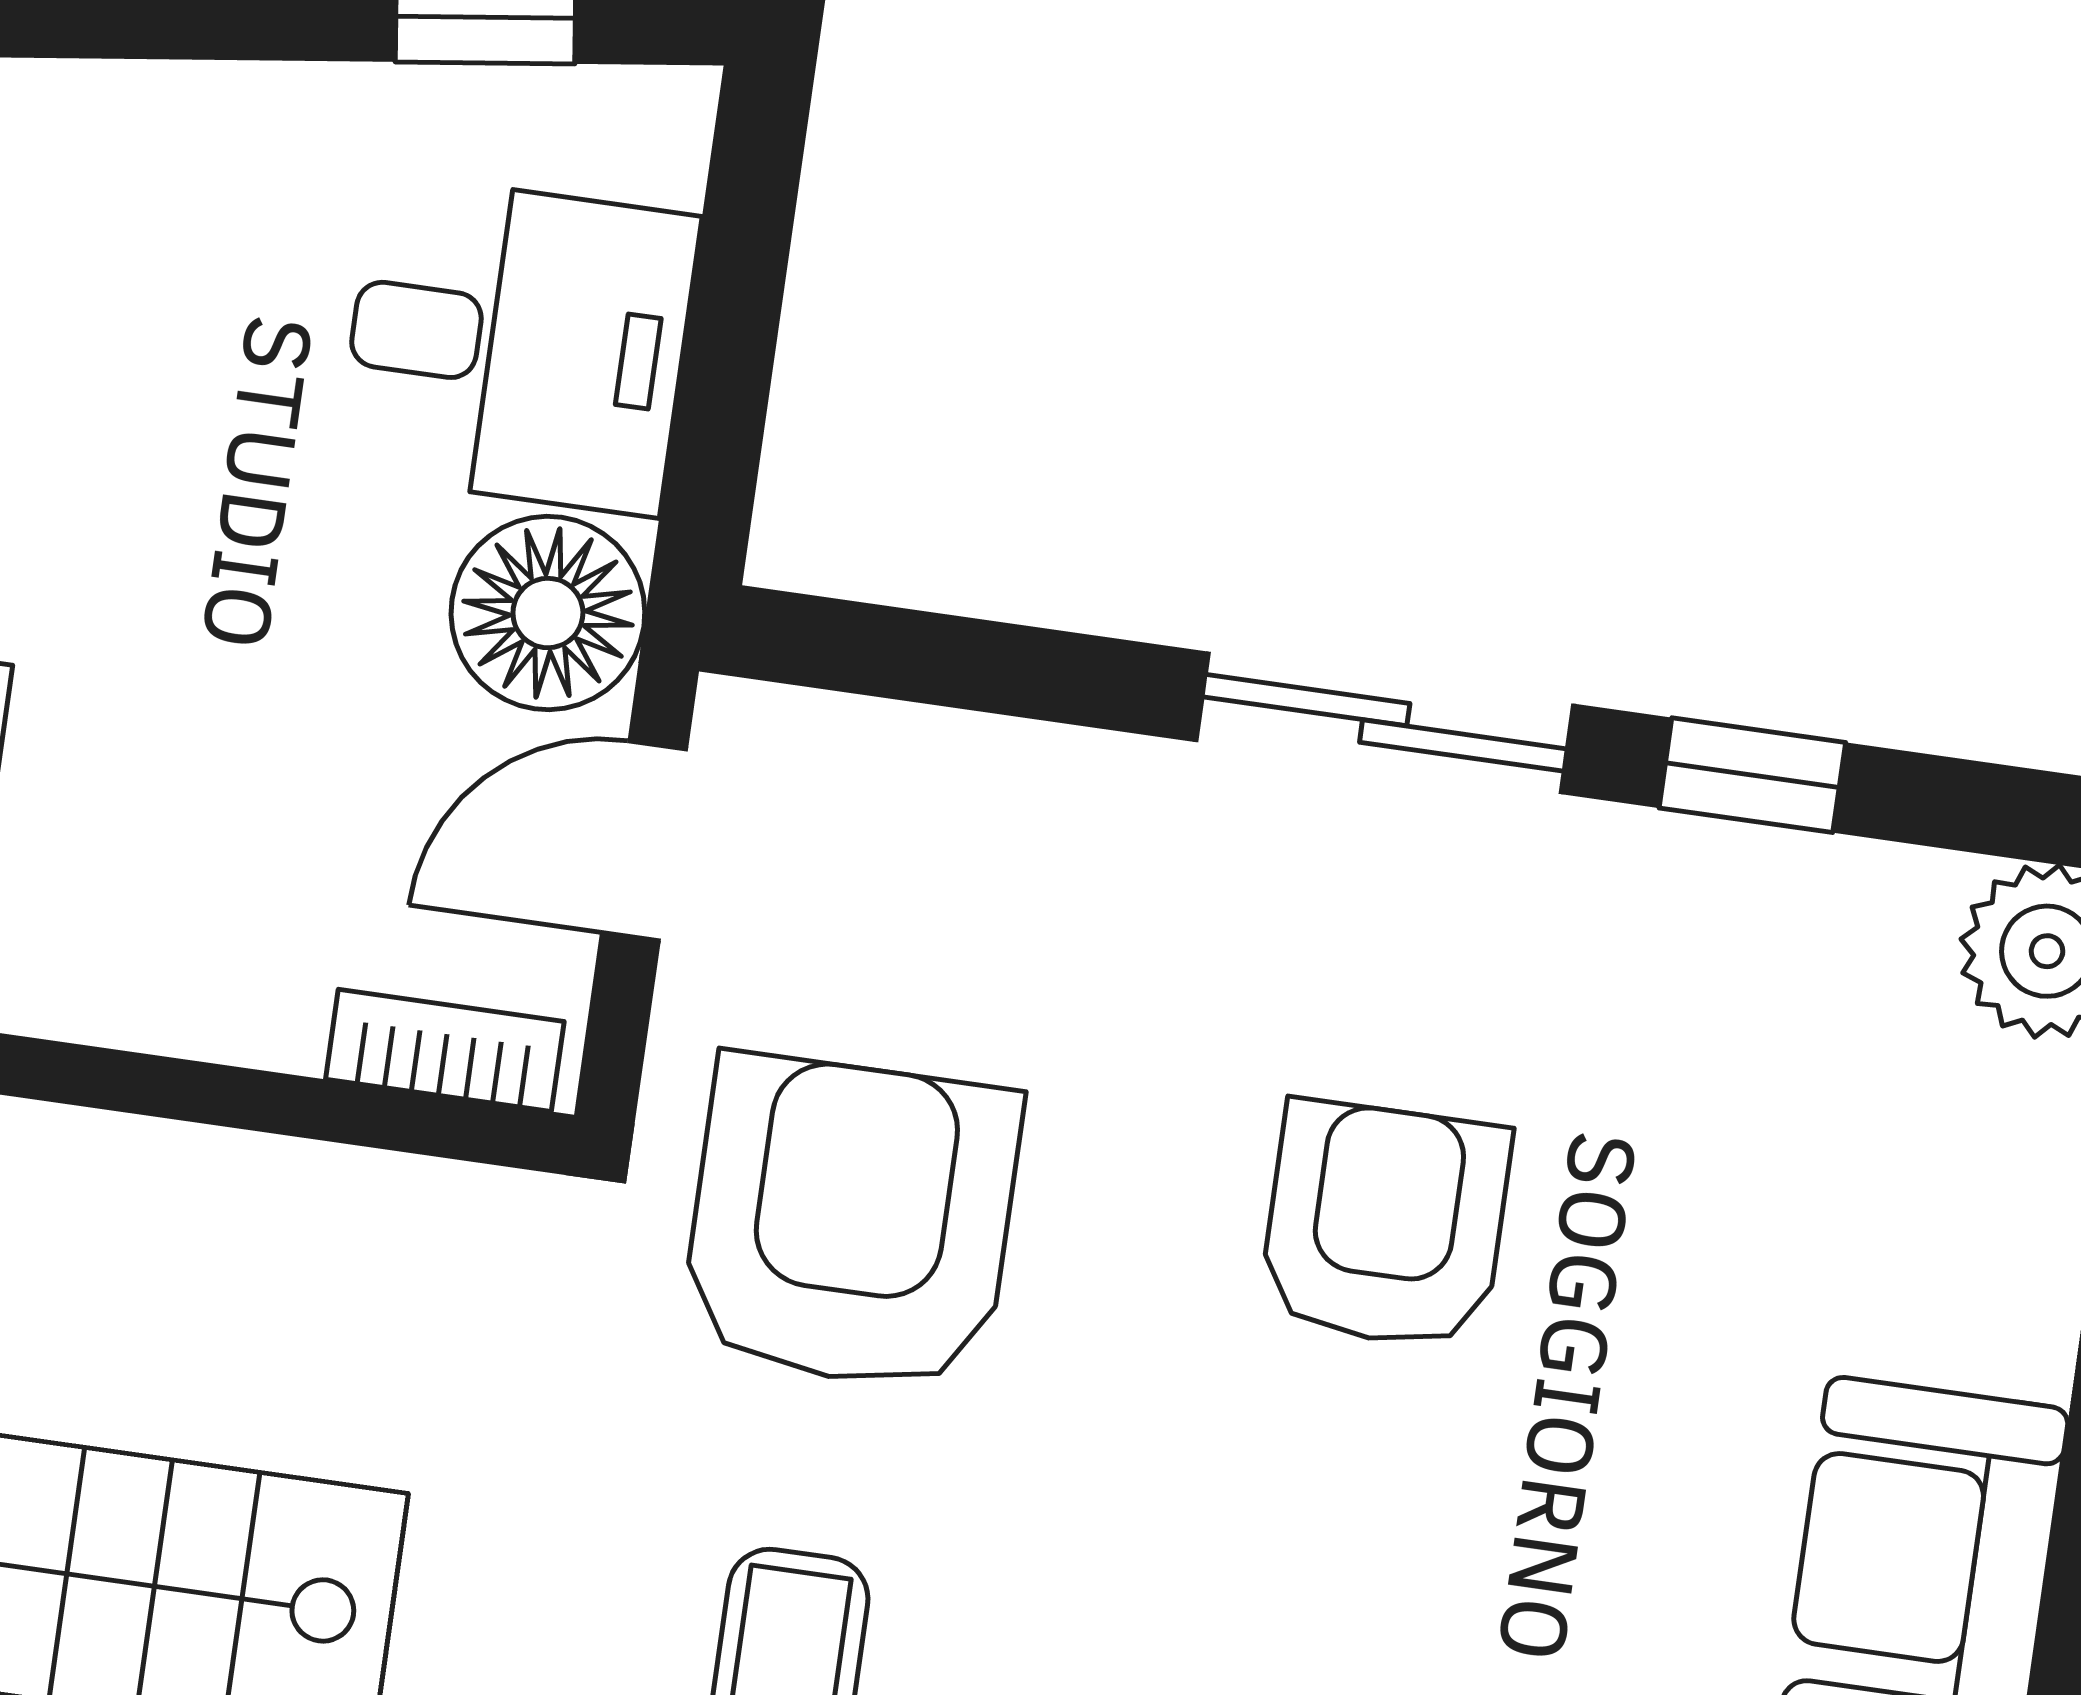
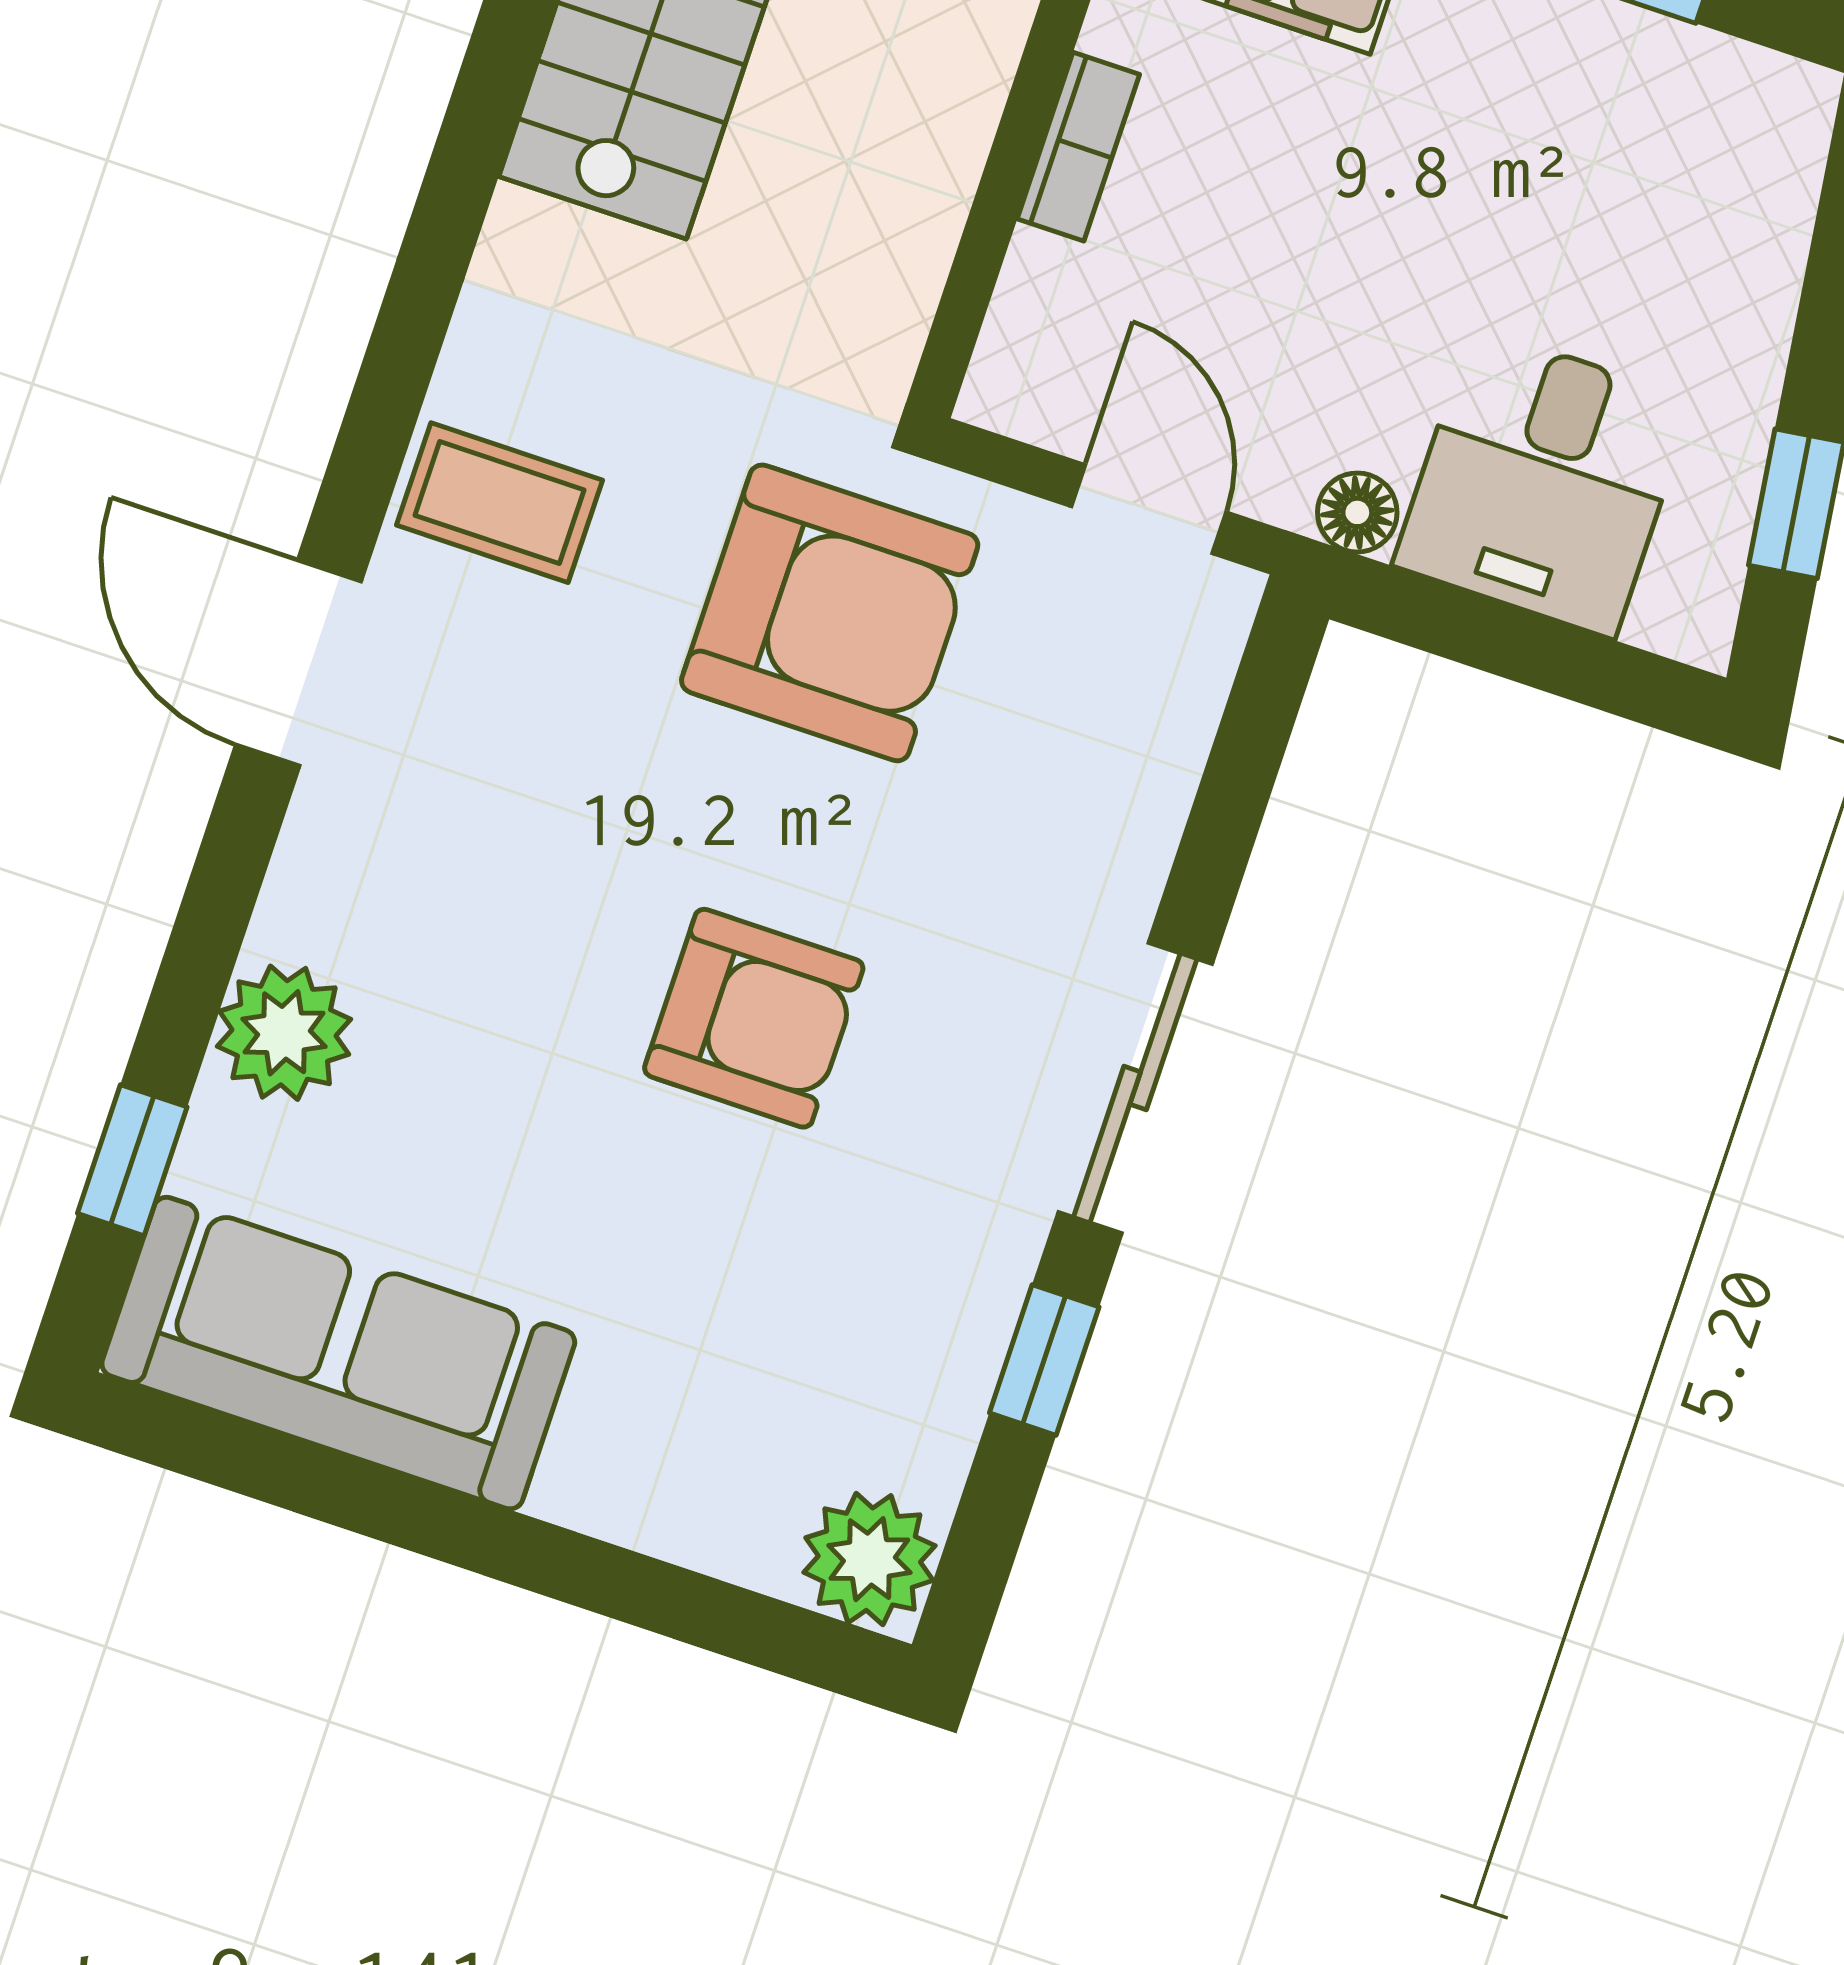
floor lamp: (548, 613) -> (1357, 512), width x0.53, depth x0.53
bookcase: (445, 1050) -> (1078, 147), moved

